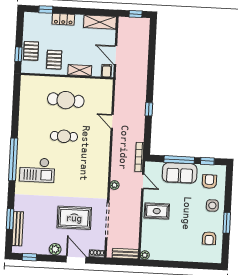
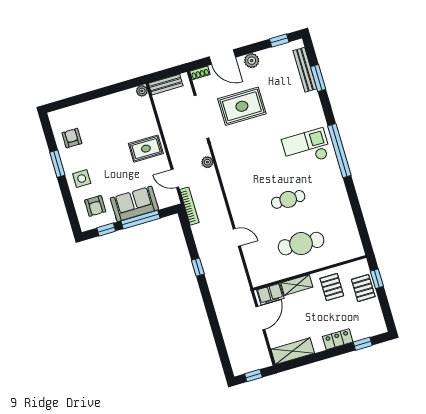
door: (115, 55) -> (260, 318), hinge flipped
filing cabinet: (107, 71) -> (270, 294), width x2.00

